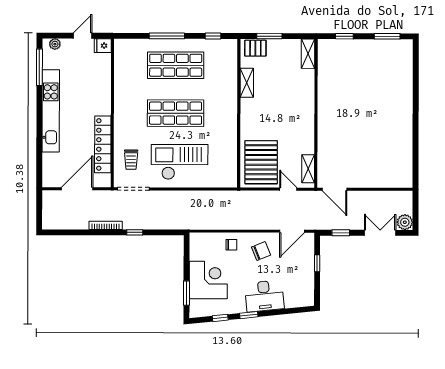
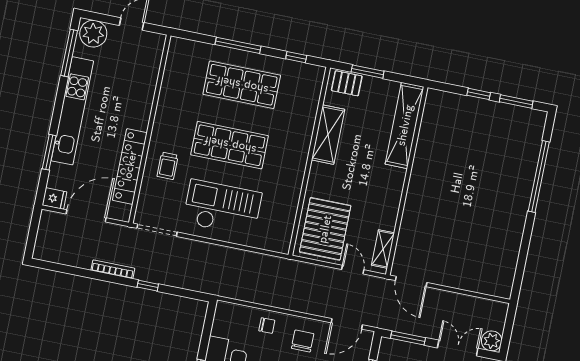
window: (344, 36) -> (479, 94), moved
plant: (55, 44) -> (93, 34), width x1.87, depth x1.87
fridge: (103, 46) -> (55, 198), moved, turned 180
shelving: (308, 54) -> (405, 125), width x2.20, depth x1.33
shelving: (247, 83) -> (328, 135), width x1.50, depth x1.33
window: (416, 90) -> (539, 176), added
window: (39, 146) -> (49, 152), added
trolley: (131, 160) -> (168, 166), moved
window: (341, 233) -> (408, 338), width x1.50
chair: (261, 251) -> (303, 341), turned -68

